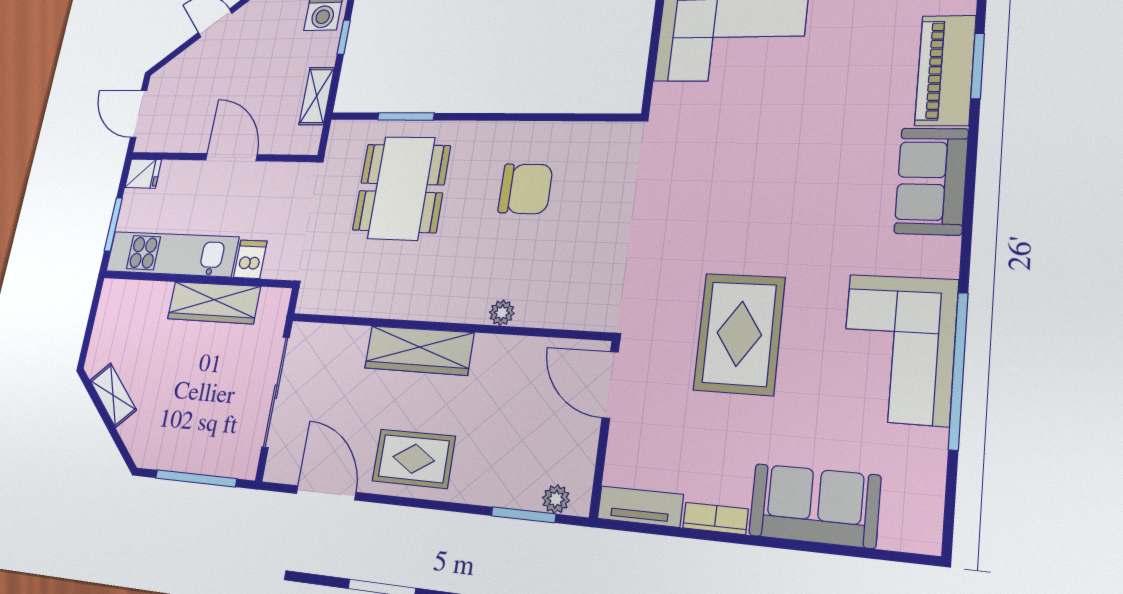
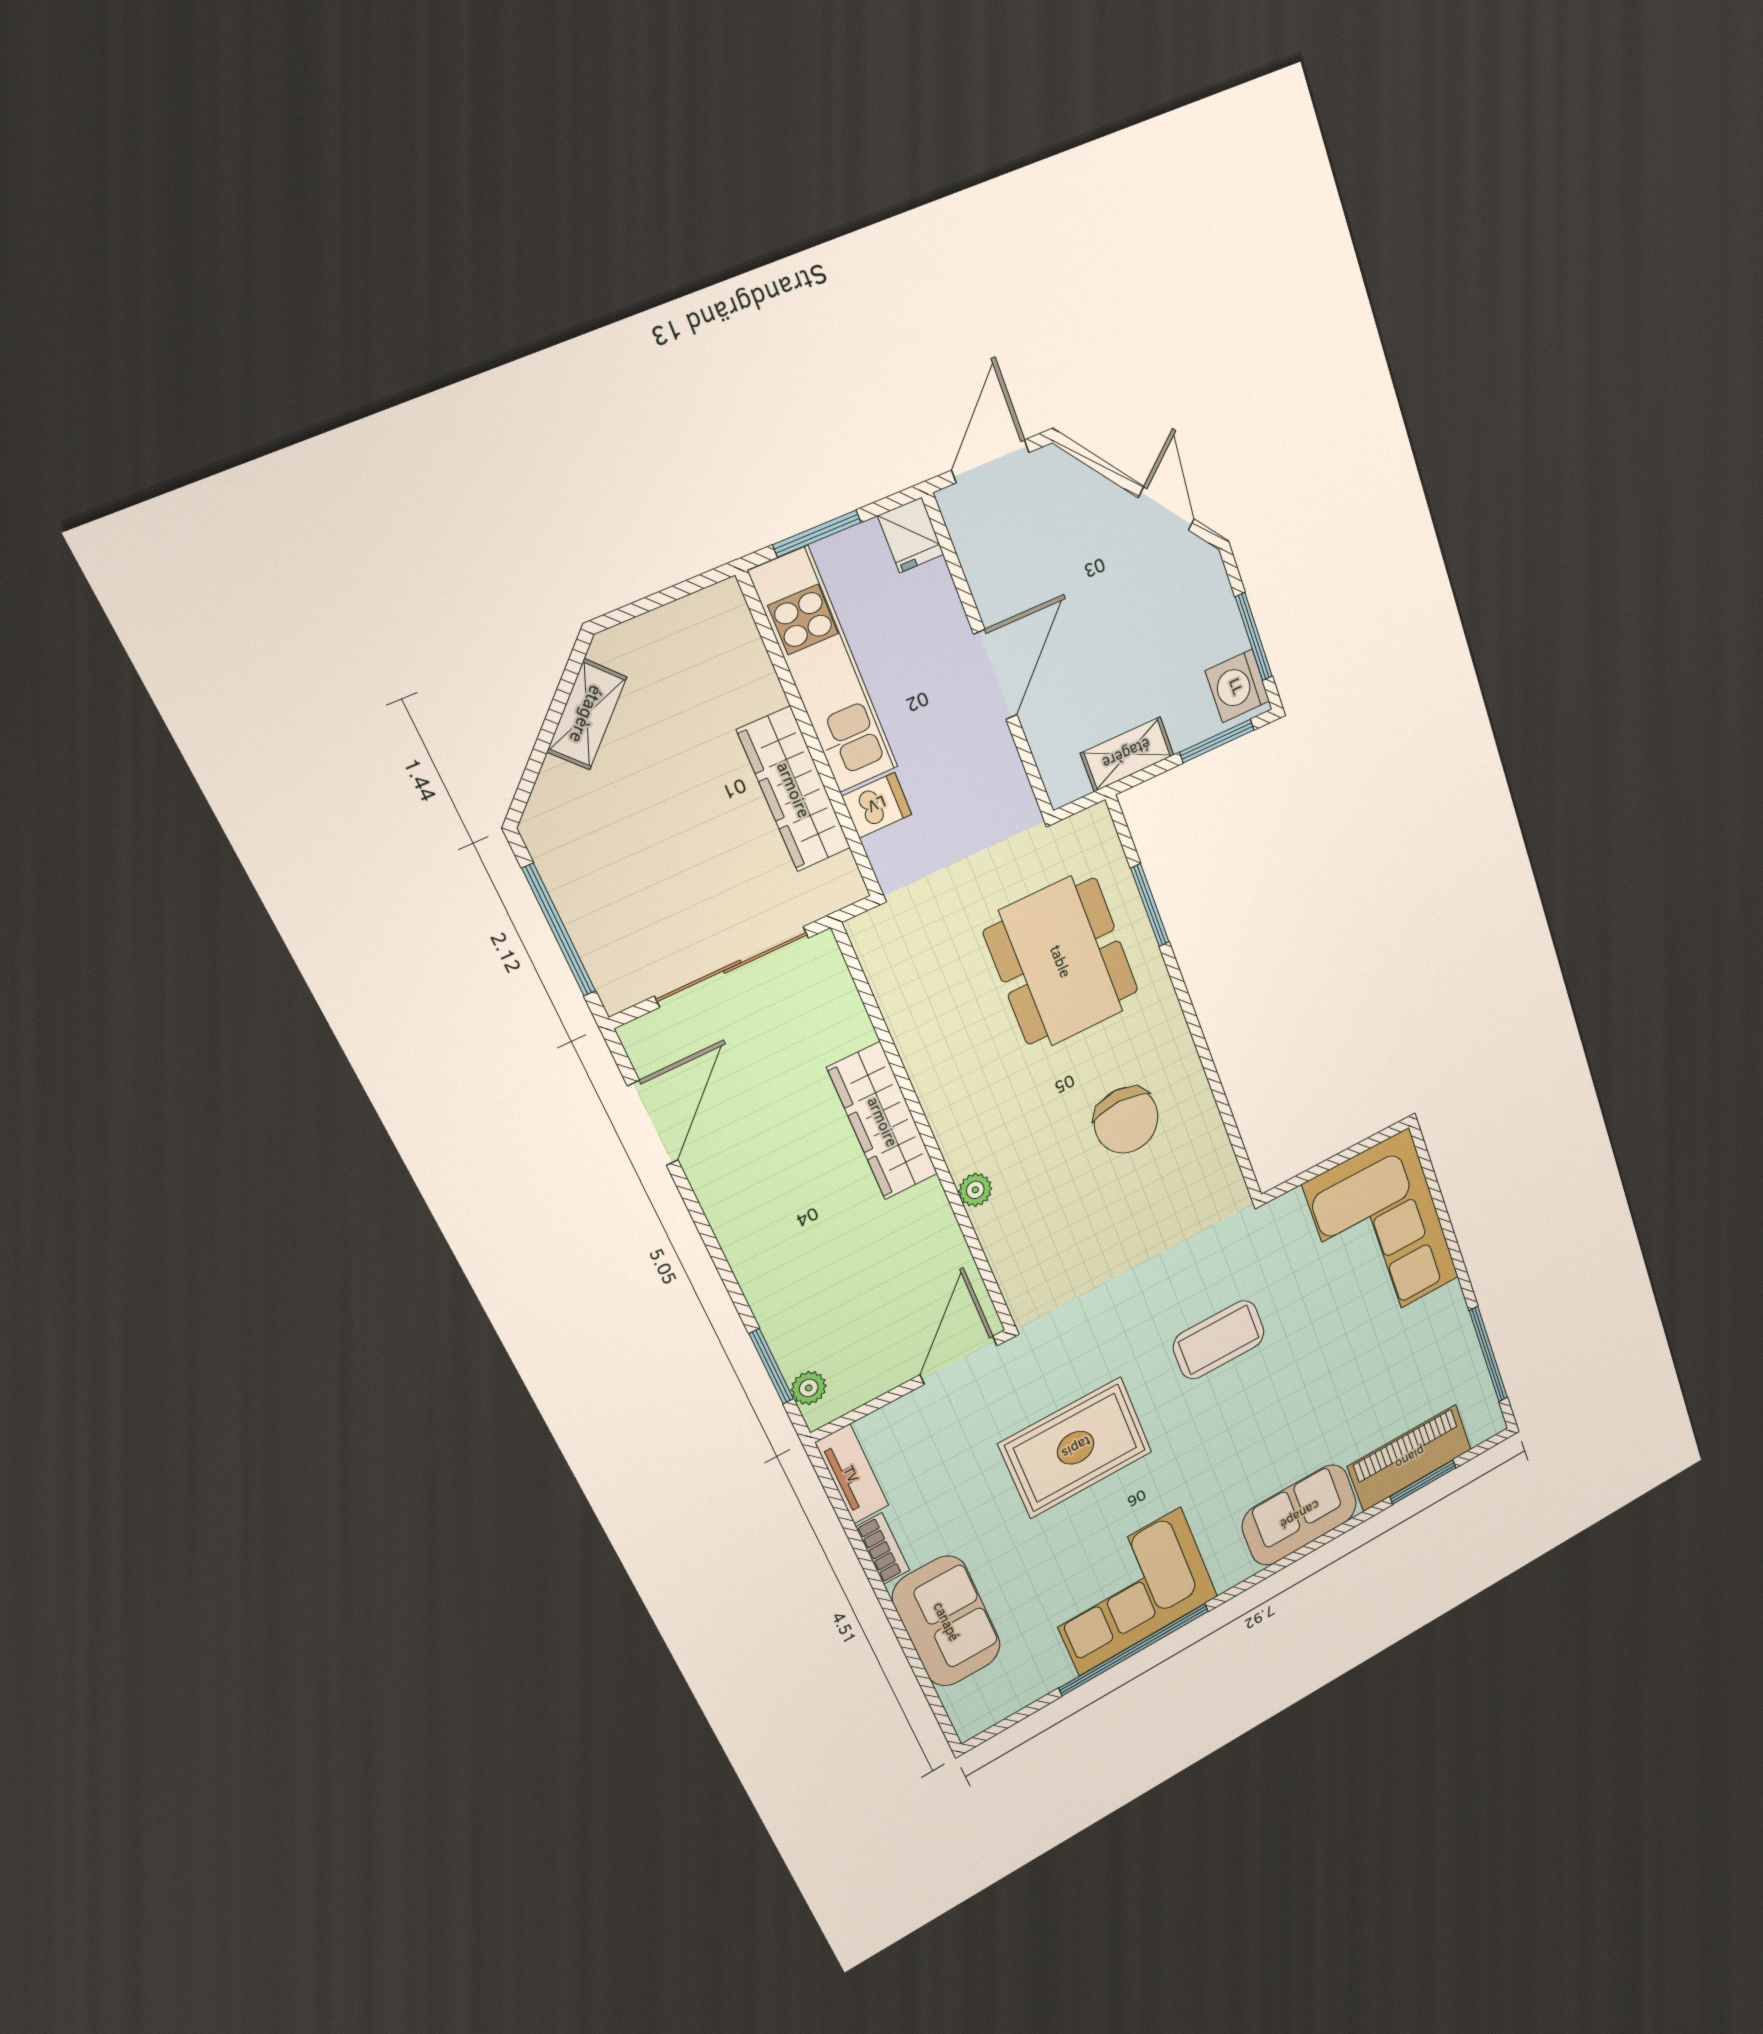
window: (344, 37) -> (1217, 741), width x1.50
dining table: (401, 188) -> (1061, 961), turned 90
coffee table: (730, 188) -> (1219, 1340), added
rug: (414, 459) -> (757, 1203), removed

